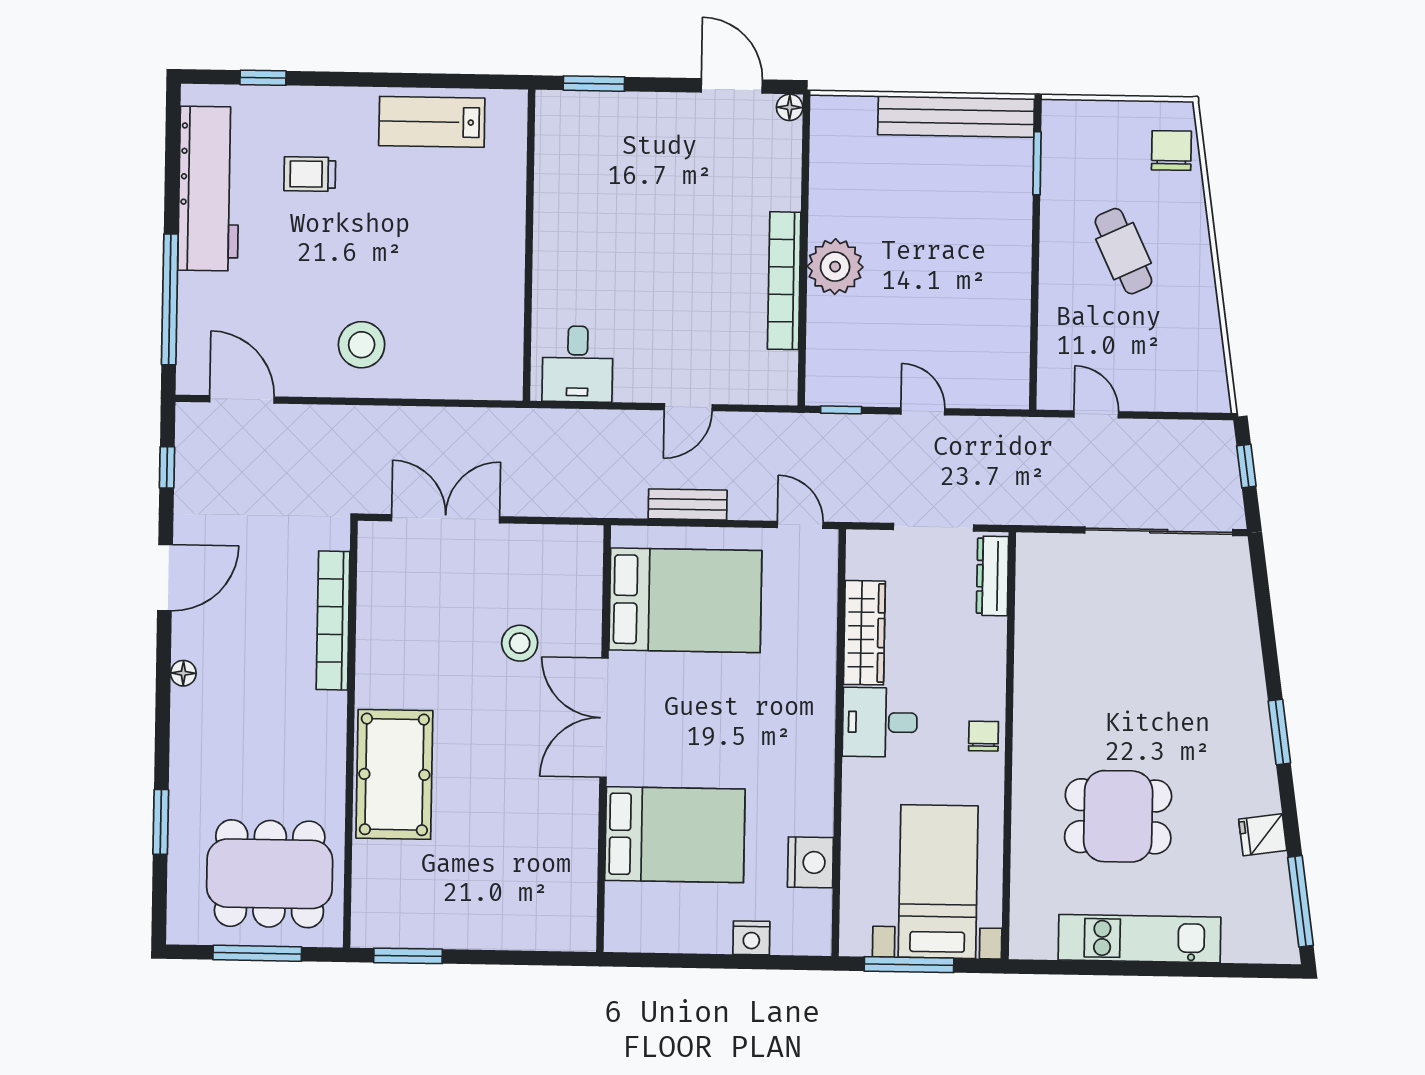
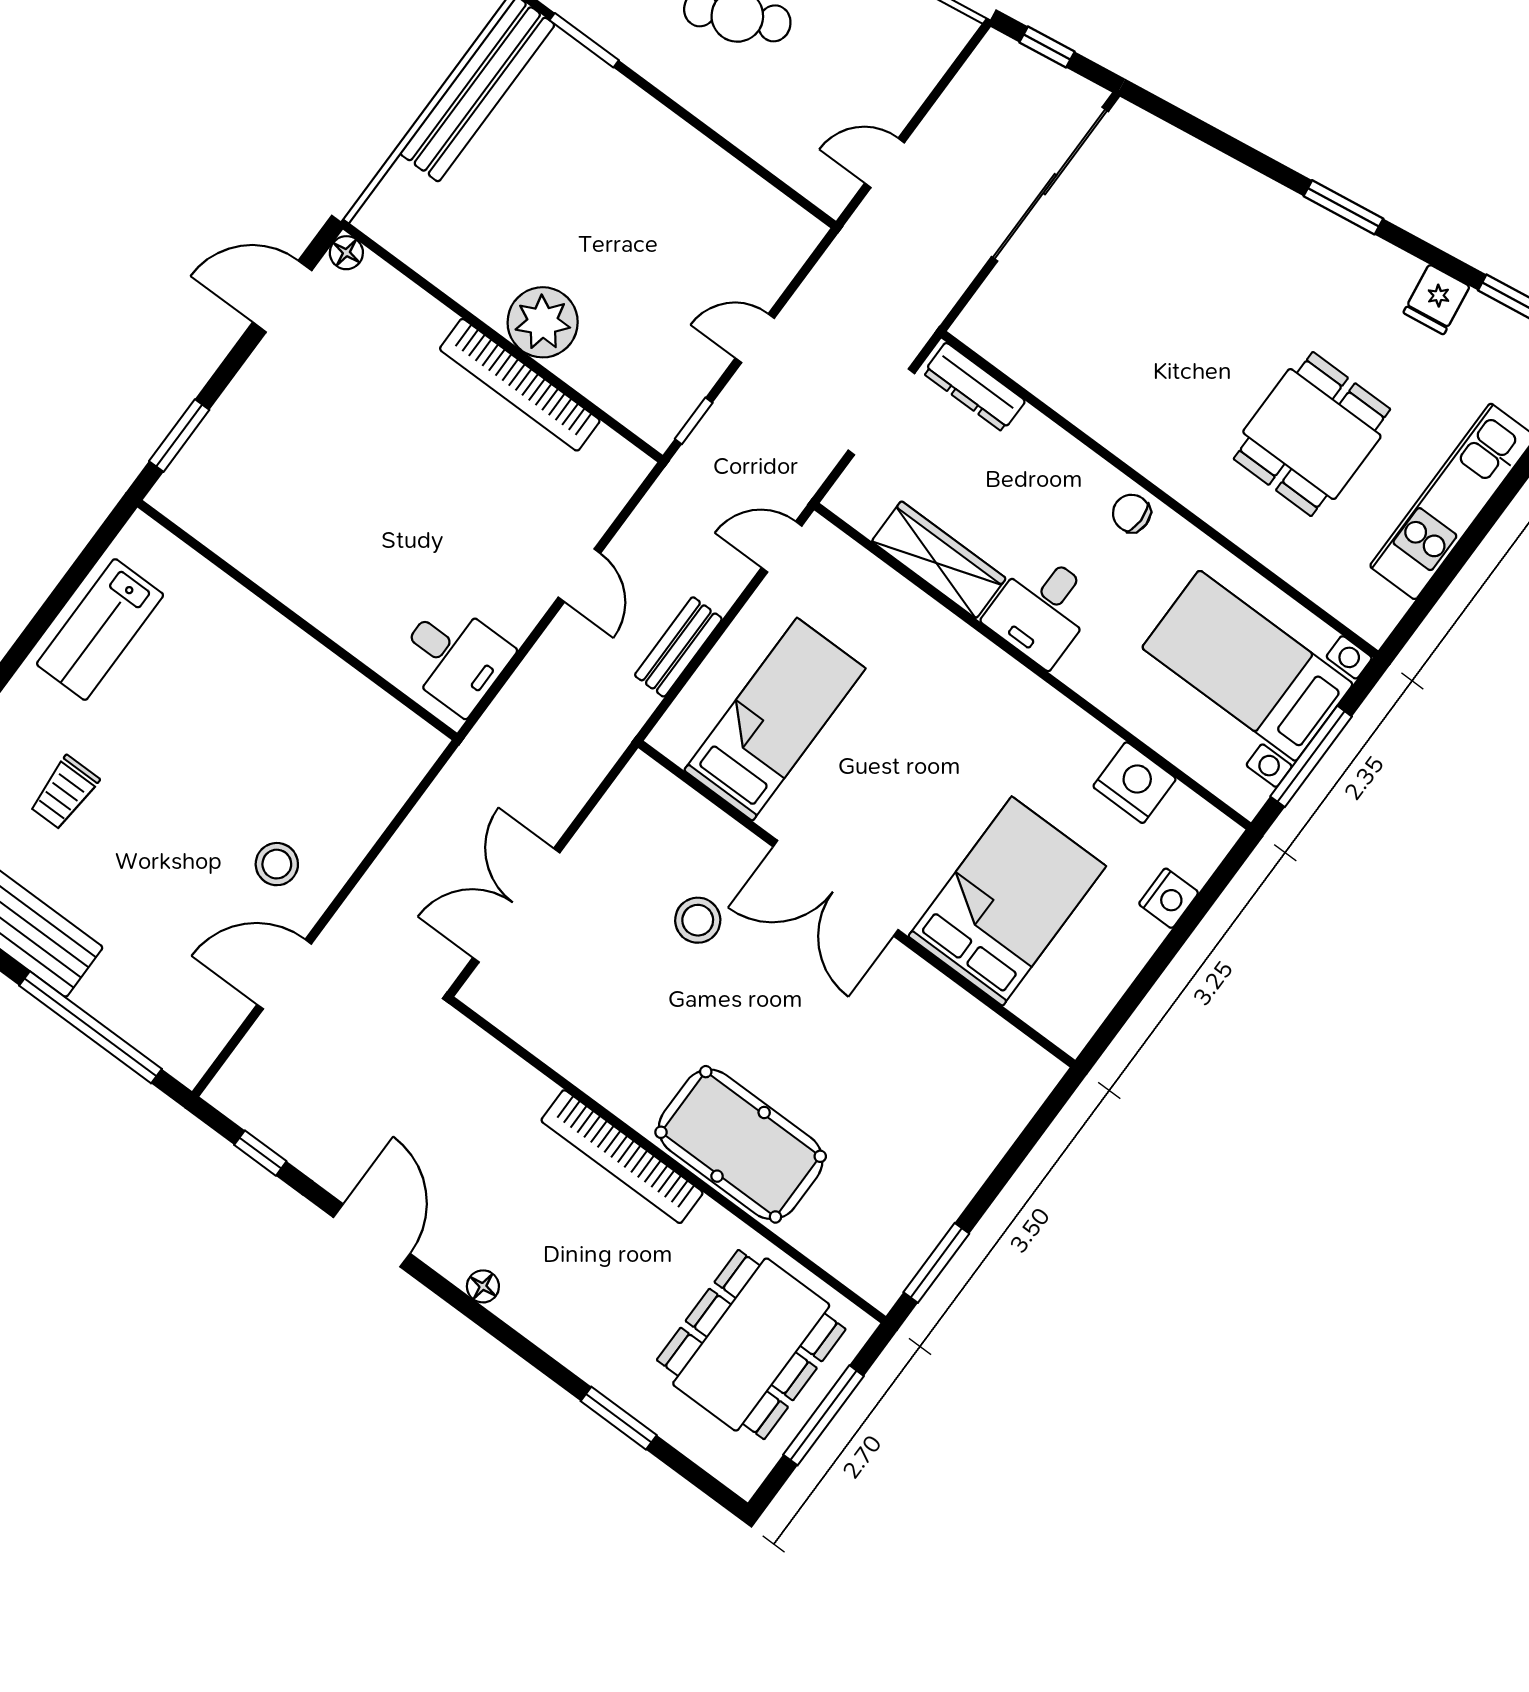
stool: (362, 345) -> (277, 864), width x0.73, depth x0.73
door: (242, 399) -> (284, 974), moved
bed: (685, 600) -> (775, 719), width x0.67
bookcase: (333, 621) -> (622, 1157), moved

